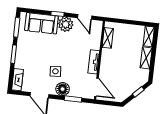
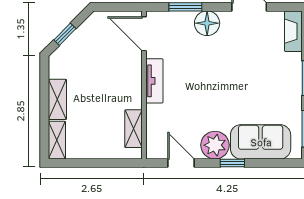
side table: (55, 71) -> (224, 55), removed

